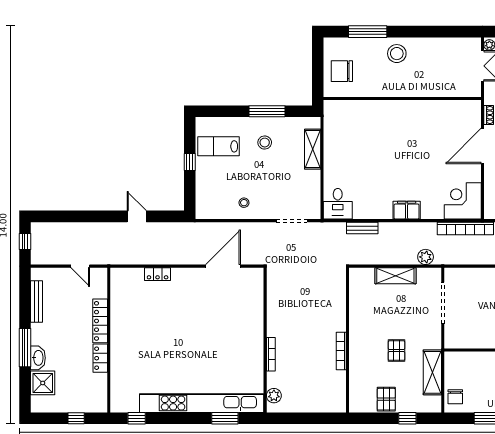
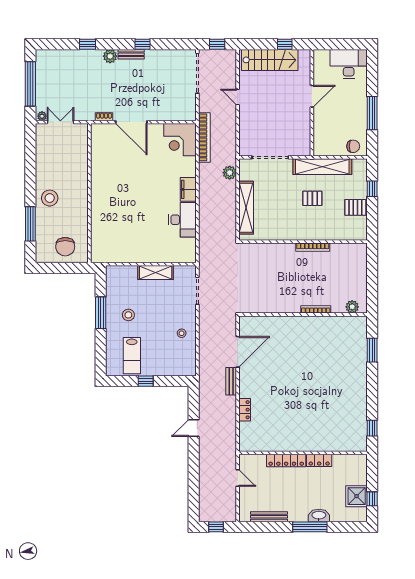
shelving: (313, 149) -> (156, 273), moved
desk: (338, 204) -> (183, 220), moved, width x1.37
bench: (362, 228) -> (231, 381), moved
door: (80, 266) -> (238, 478), hinge flipped
door: (223, 266) -> (238, 352), swing flipped
shelving: (395, 276) -> (246, 208), width x1.47
shelving: (432, 372) -> (322, 167), width x1.47
shower: (43, 383) -> (357, 496), moved
kitchen unit: (202, 403) -> (359, 371), removed
window: (76, 418) -> (372, 499), moved

